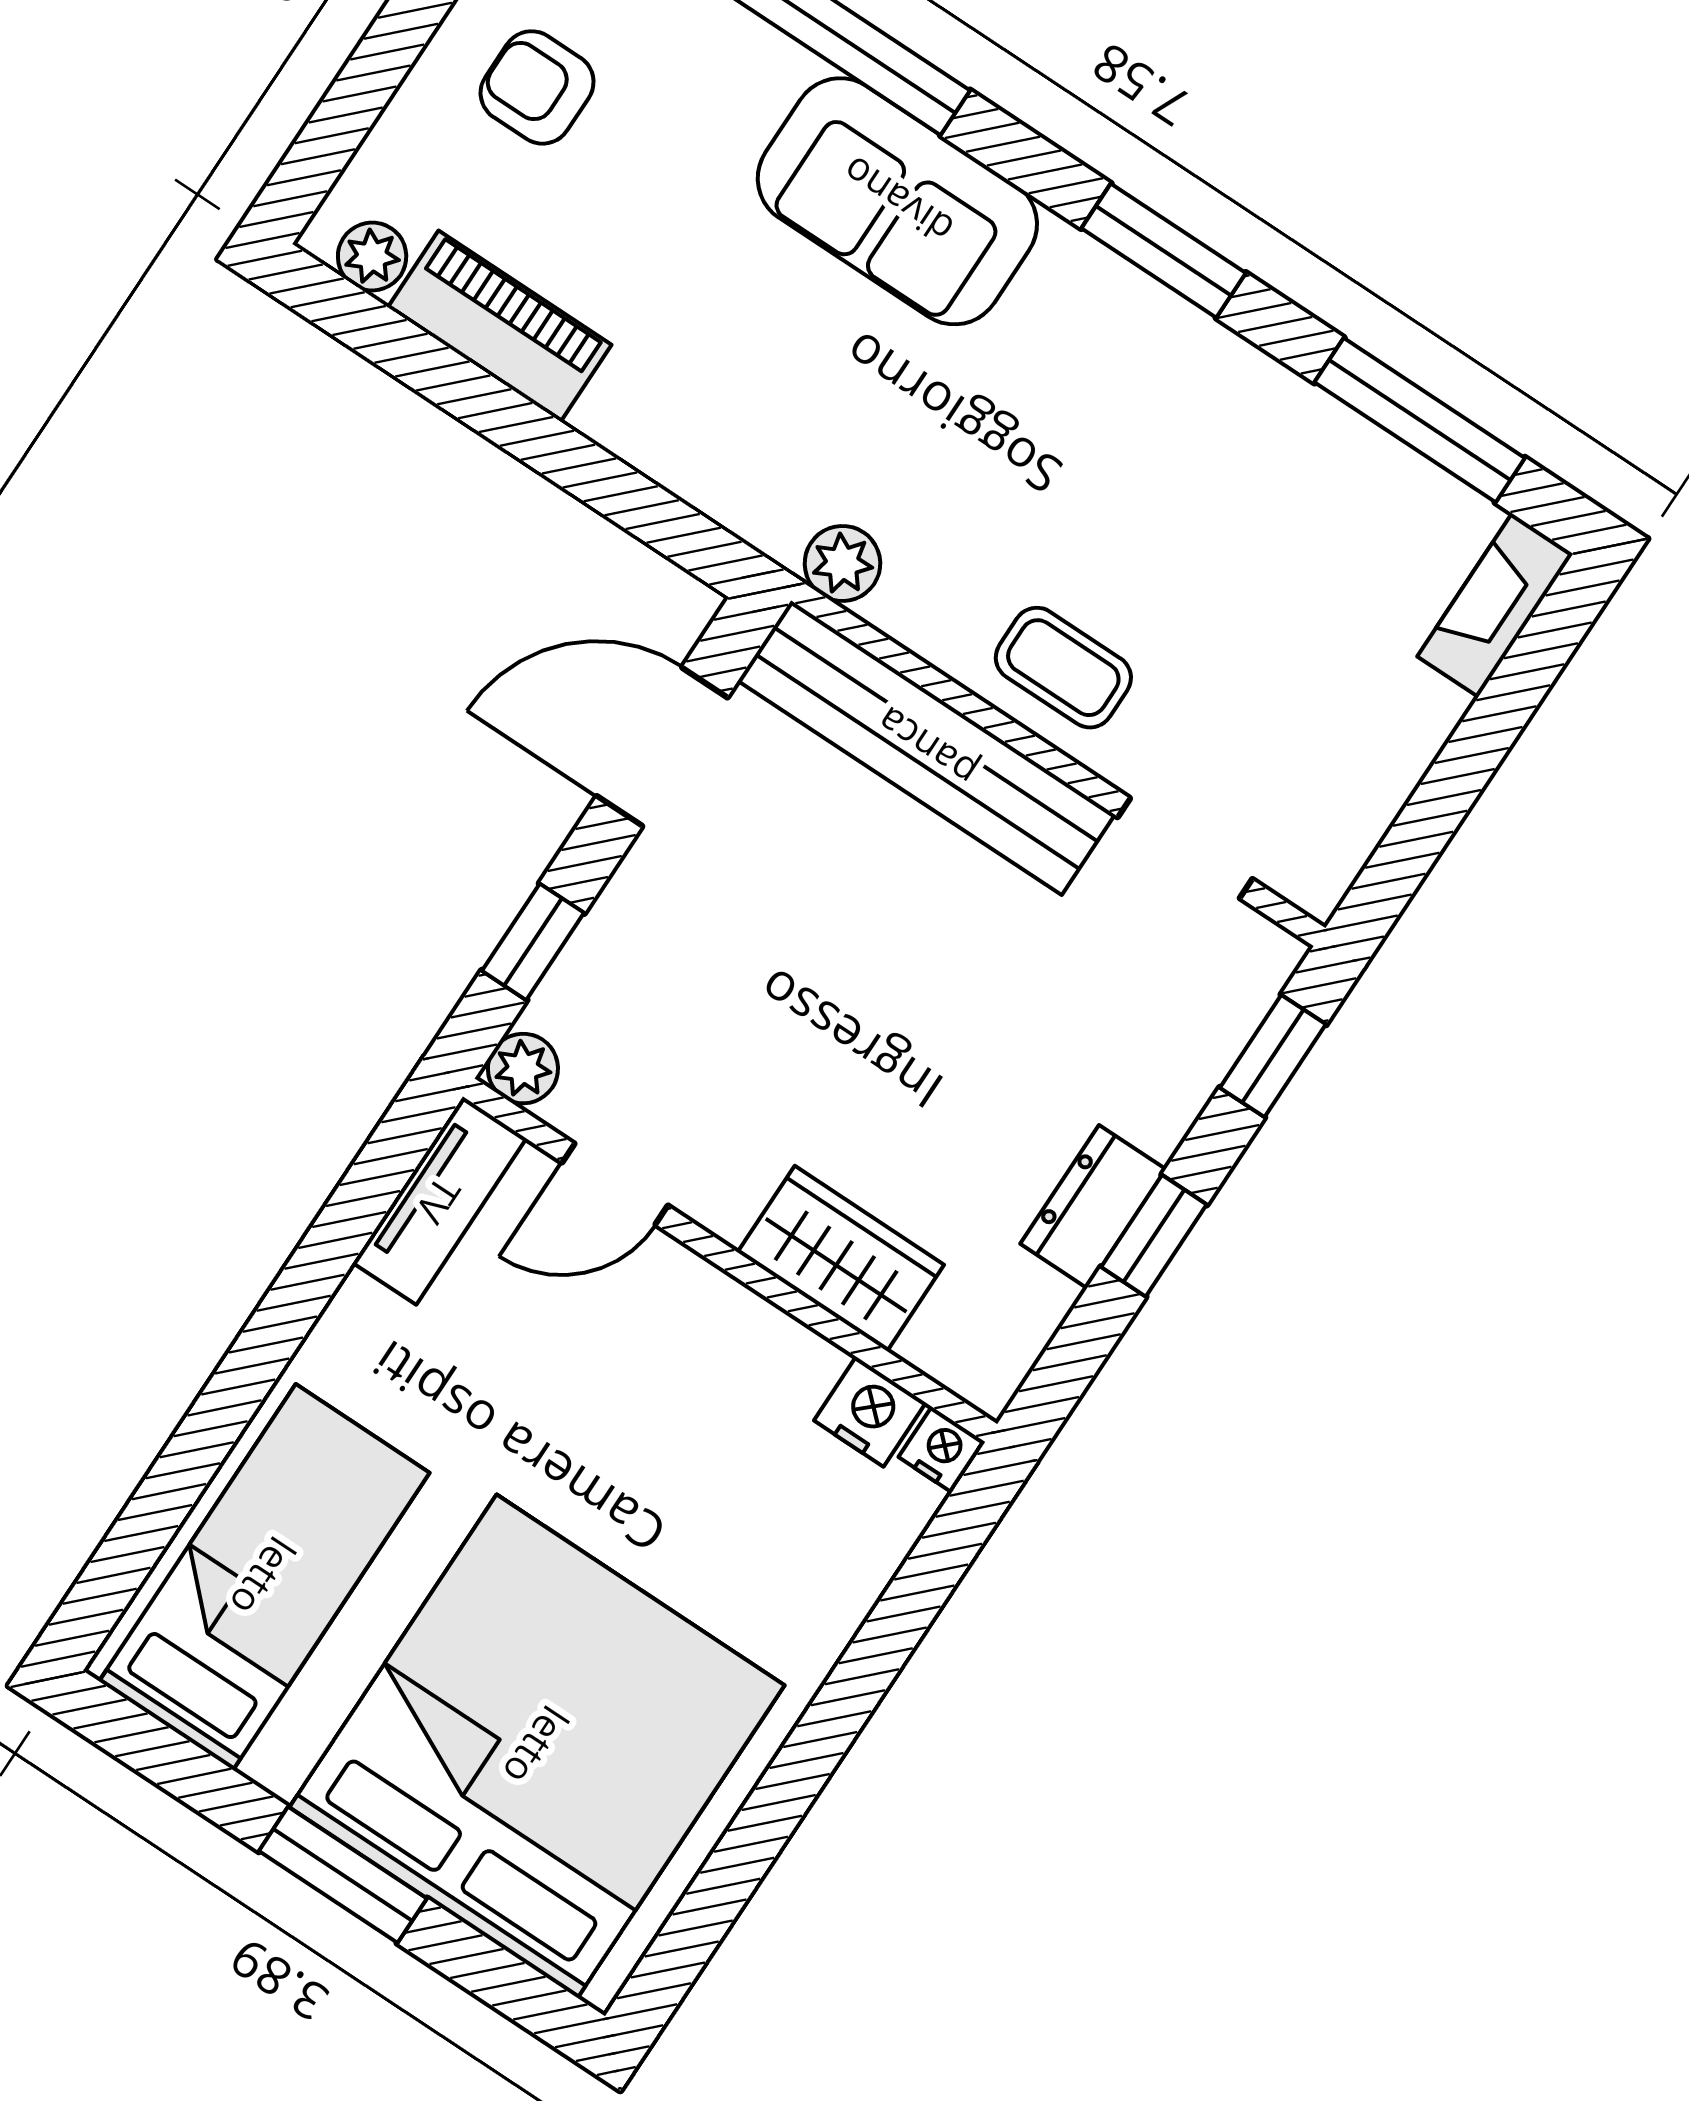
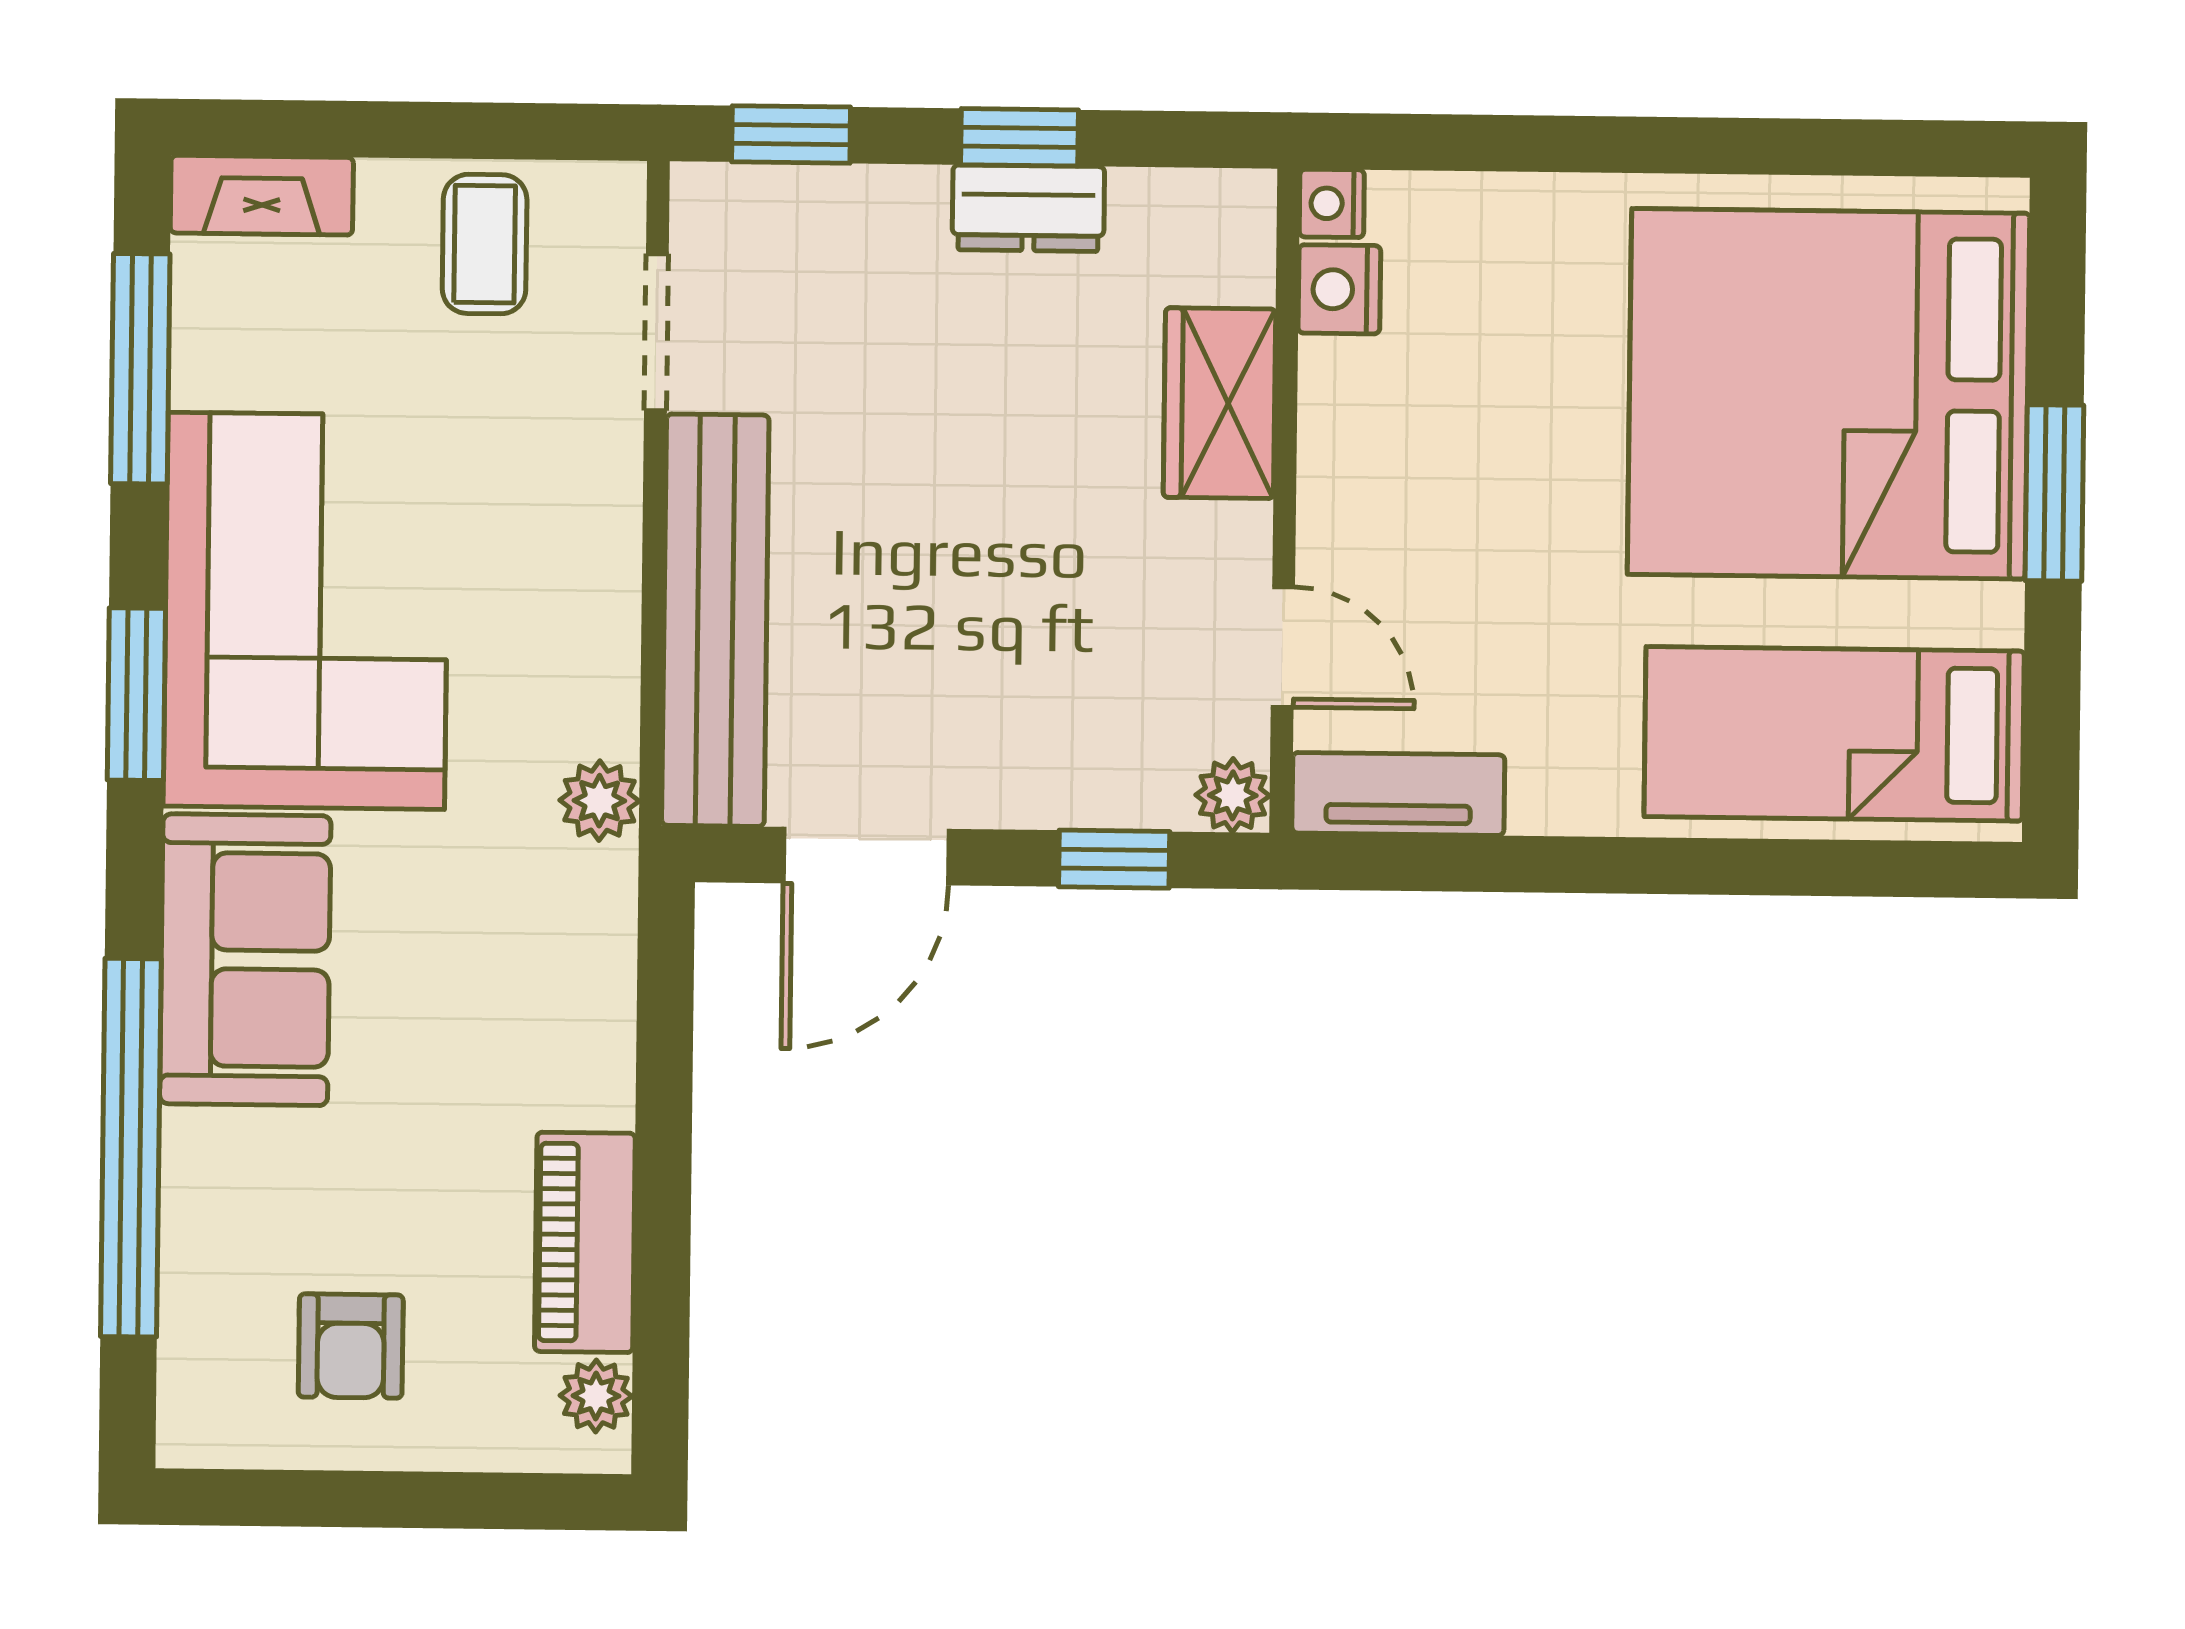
corner sofa: (1143, 428) -> (306, 611), added
coffee table: (1063, 668) -> (485, 244), moved
door: (662, 747) -> (866, 856), hinge flipped

